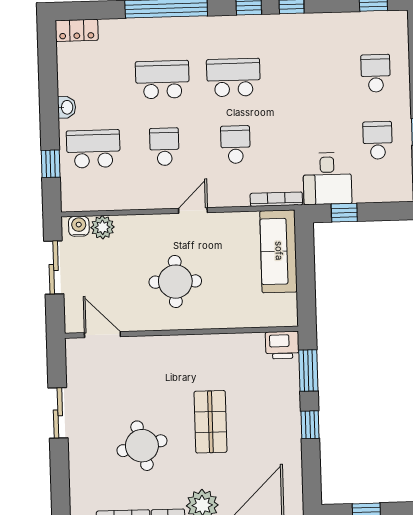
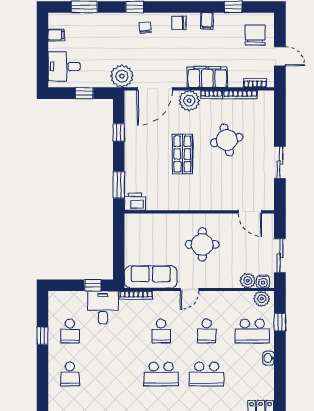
plant: (80, 200) -> (262, 299), added
sofa: (279, 251) -> (151, 277), moved, turned -90
window: (310, 425) -> (119, 132), moved

